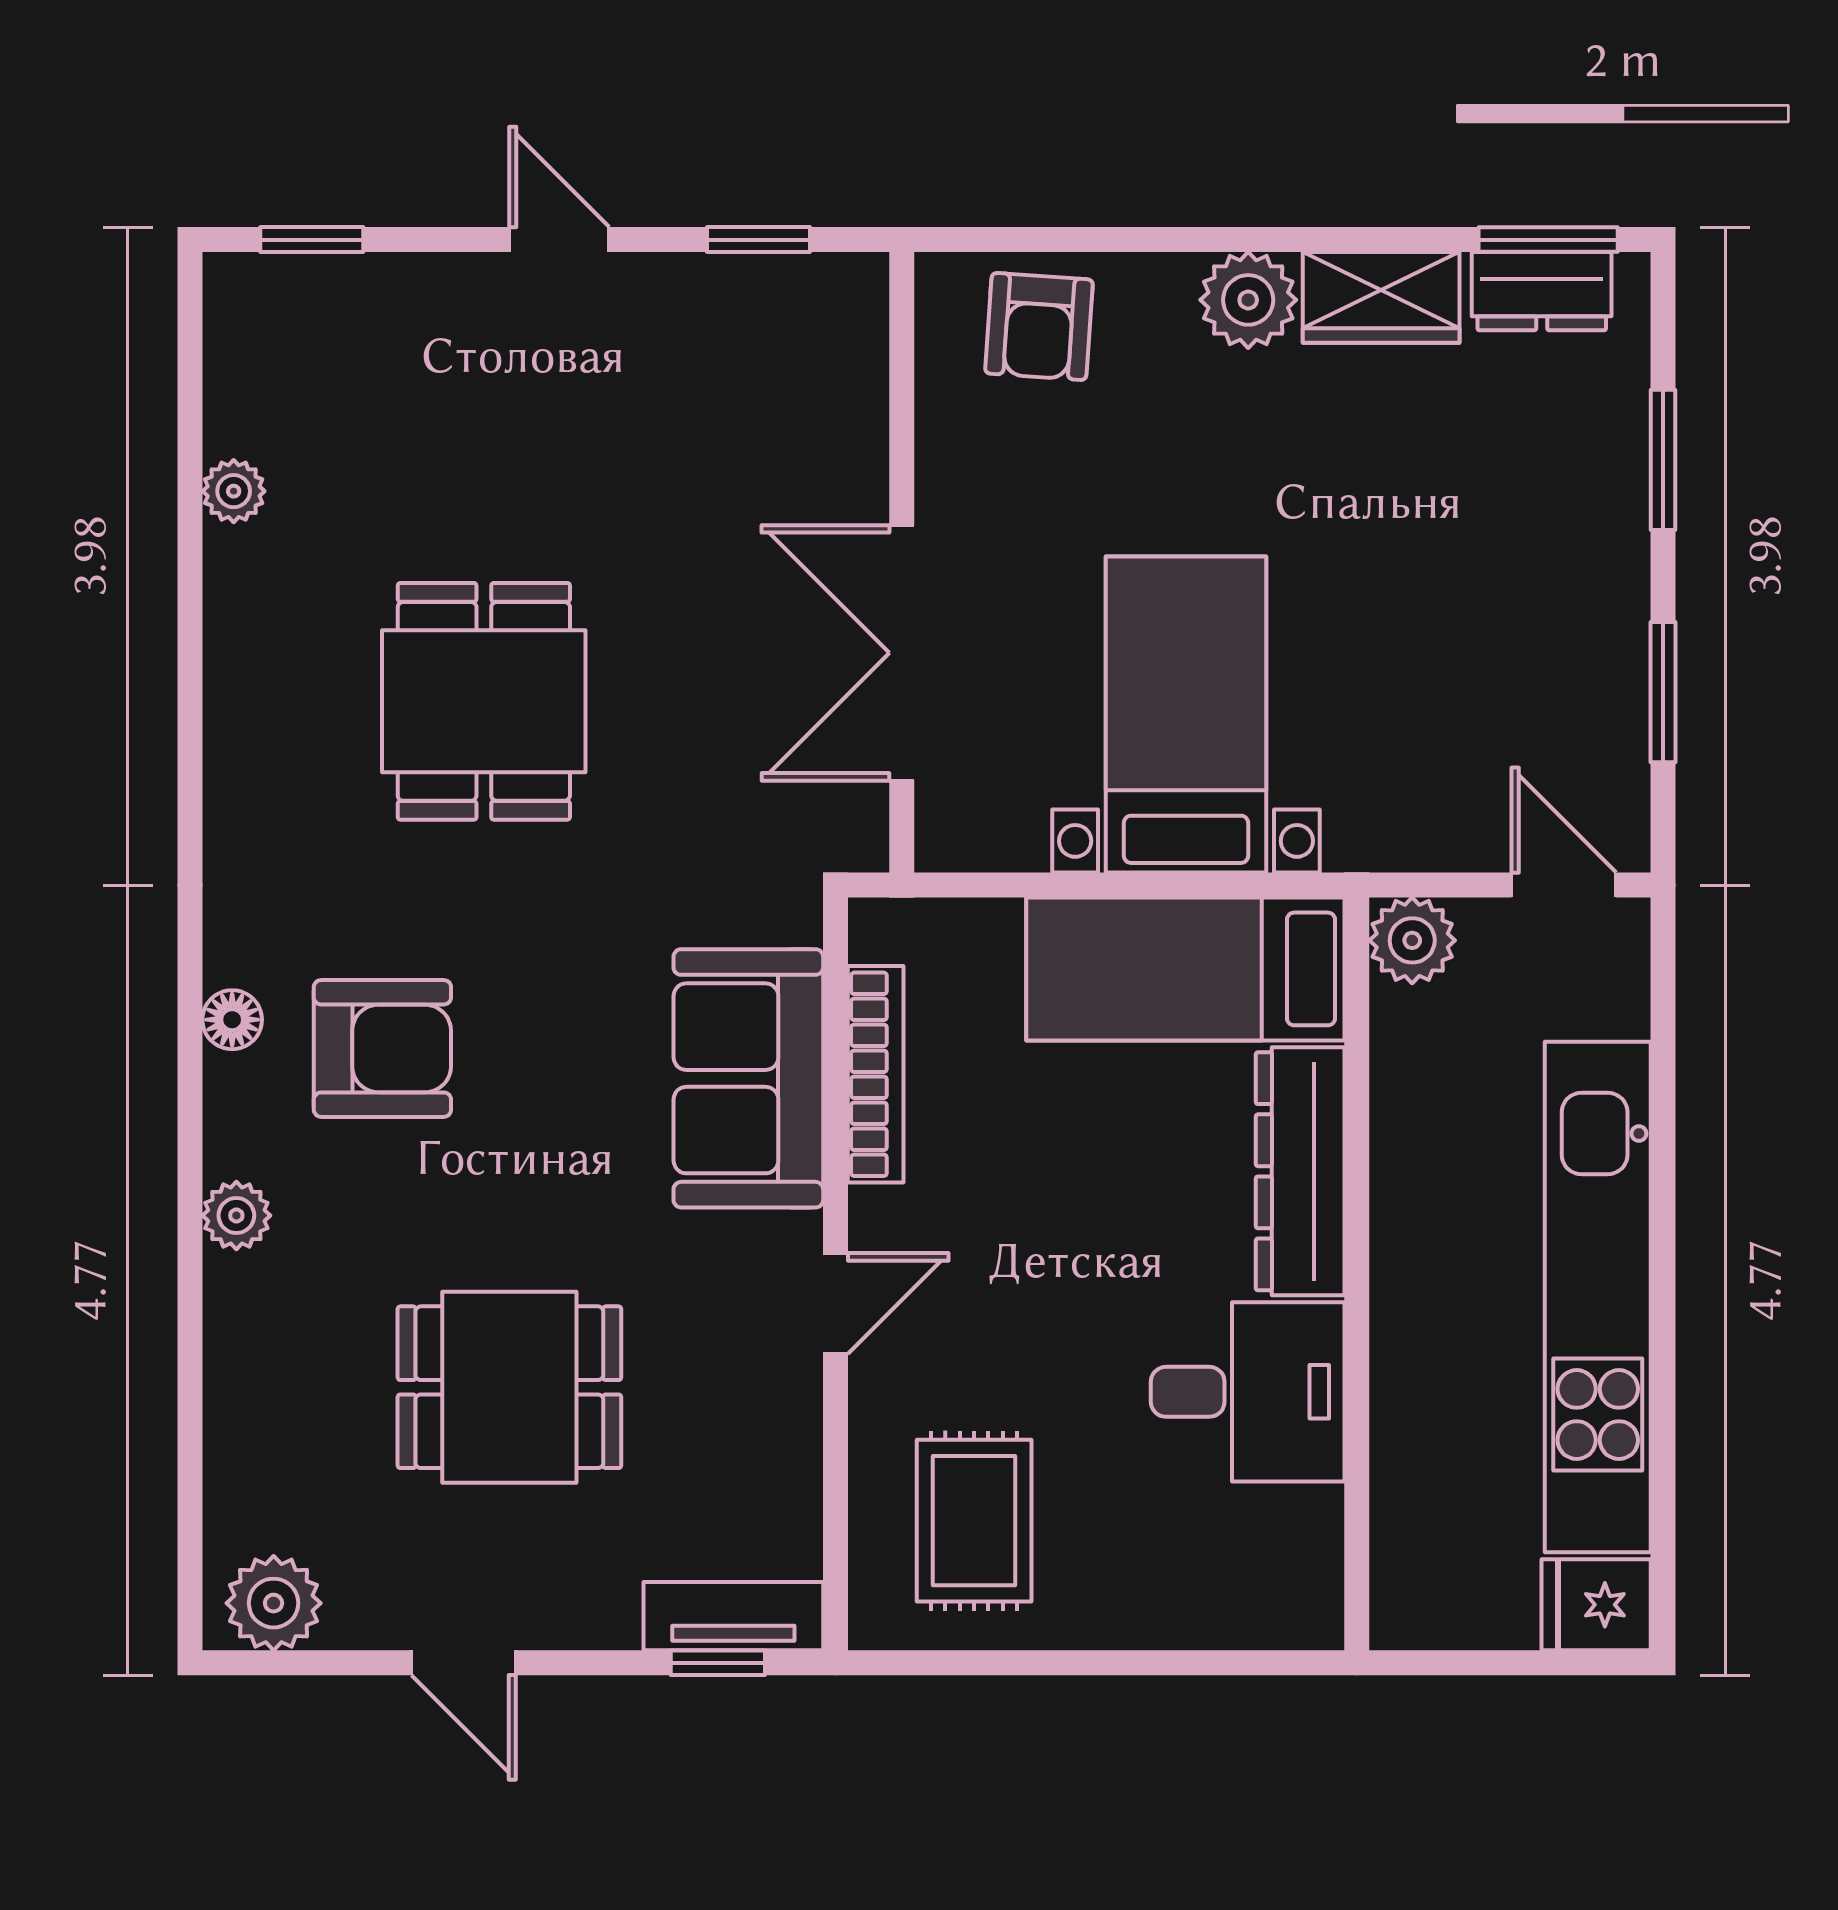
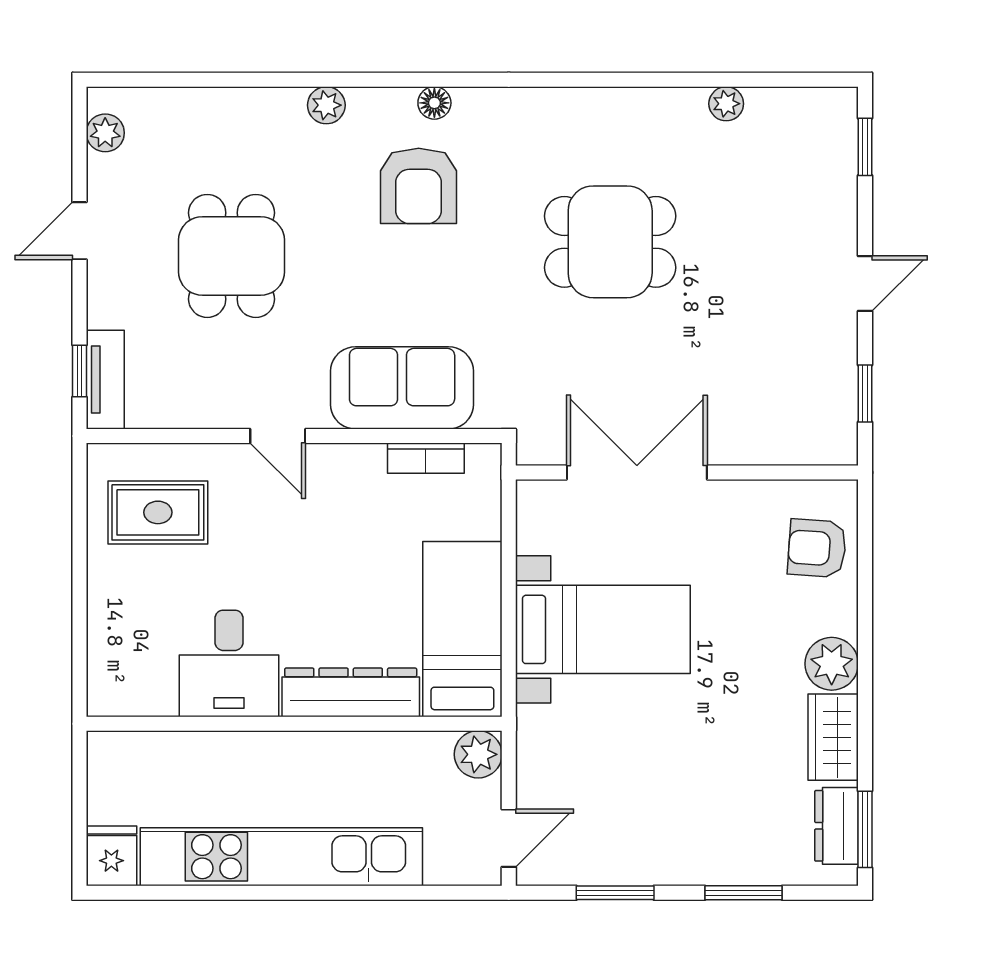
bookcase: (876, 1074) -> (426, 458), width x0.64
plant: (274, 1603) -> (105, 133), width x0.73, depth x0.73

